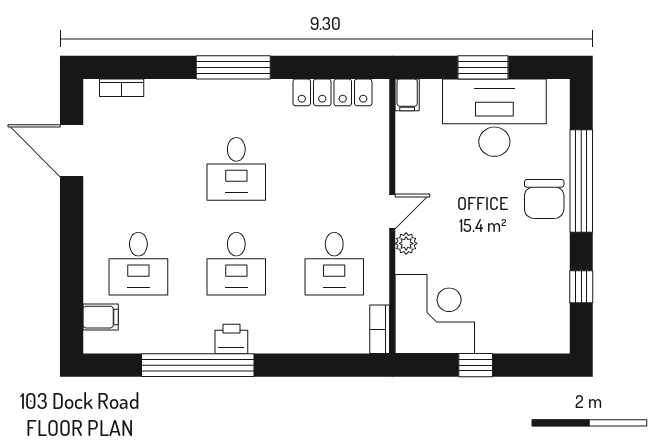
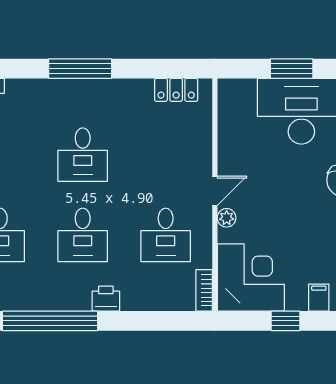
locker: (332, 92) -> (176, 90), width x0.66
filing cabinet: (407, 95) -> (319, 298), moved, turned 180
printer: (231, 339) -> (106, 299), moved

